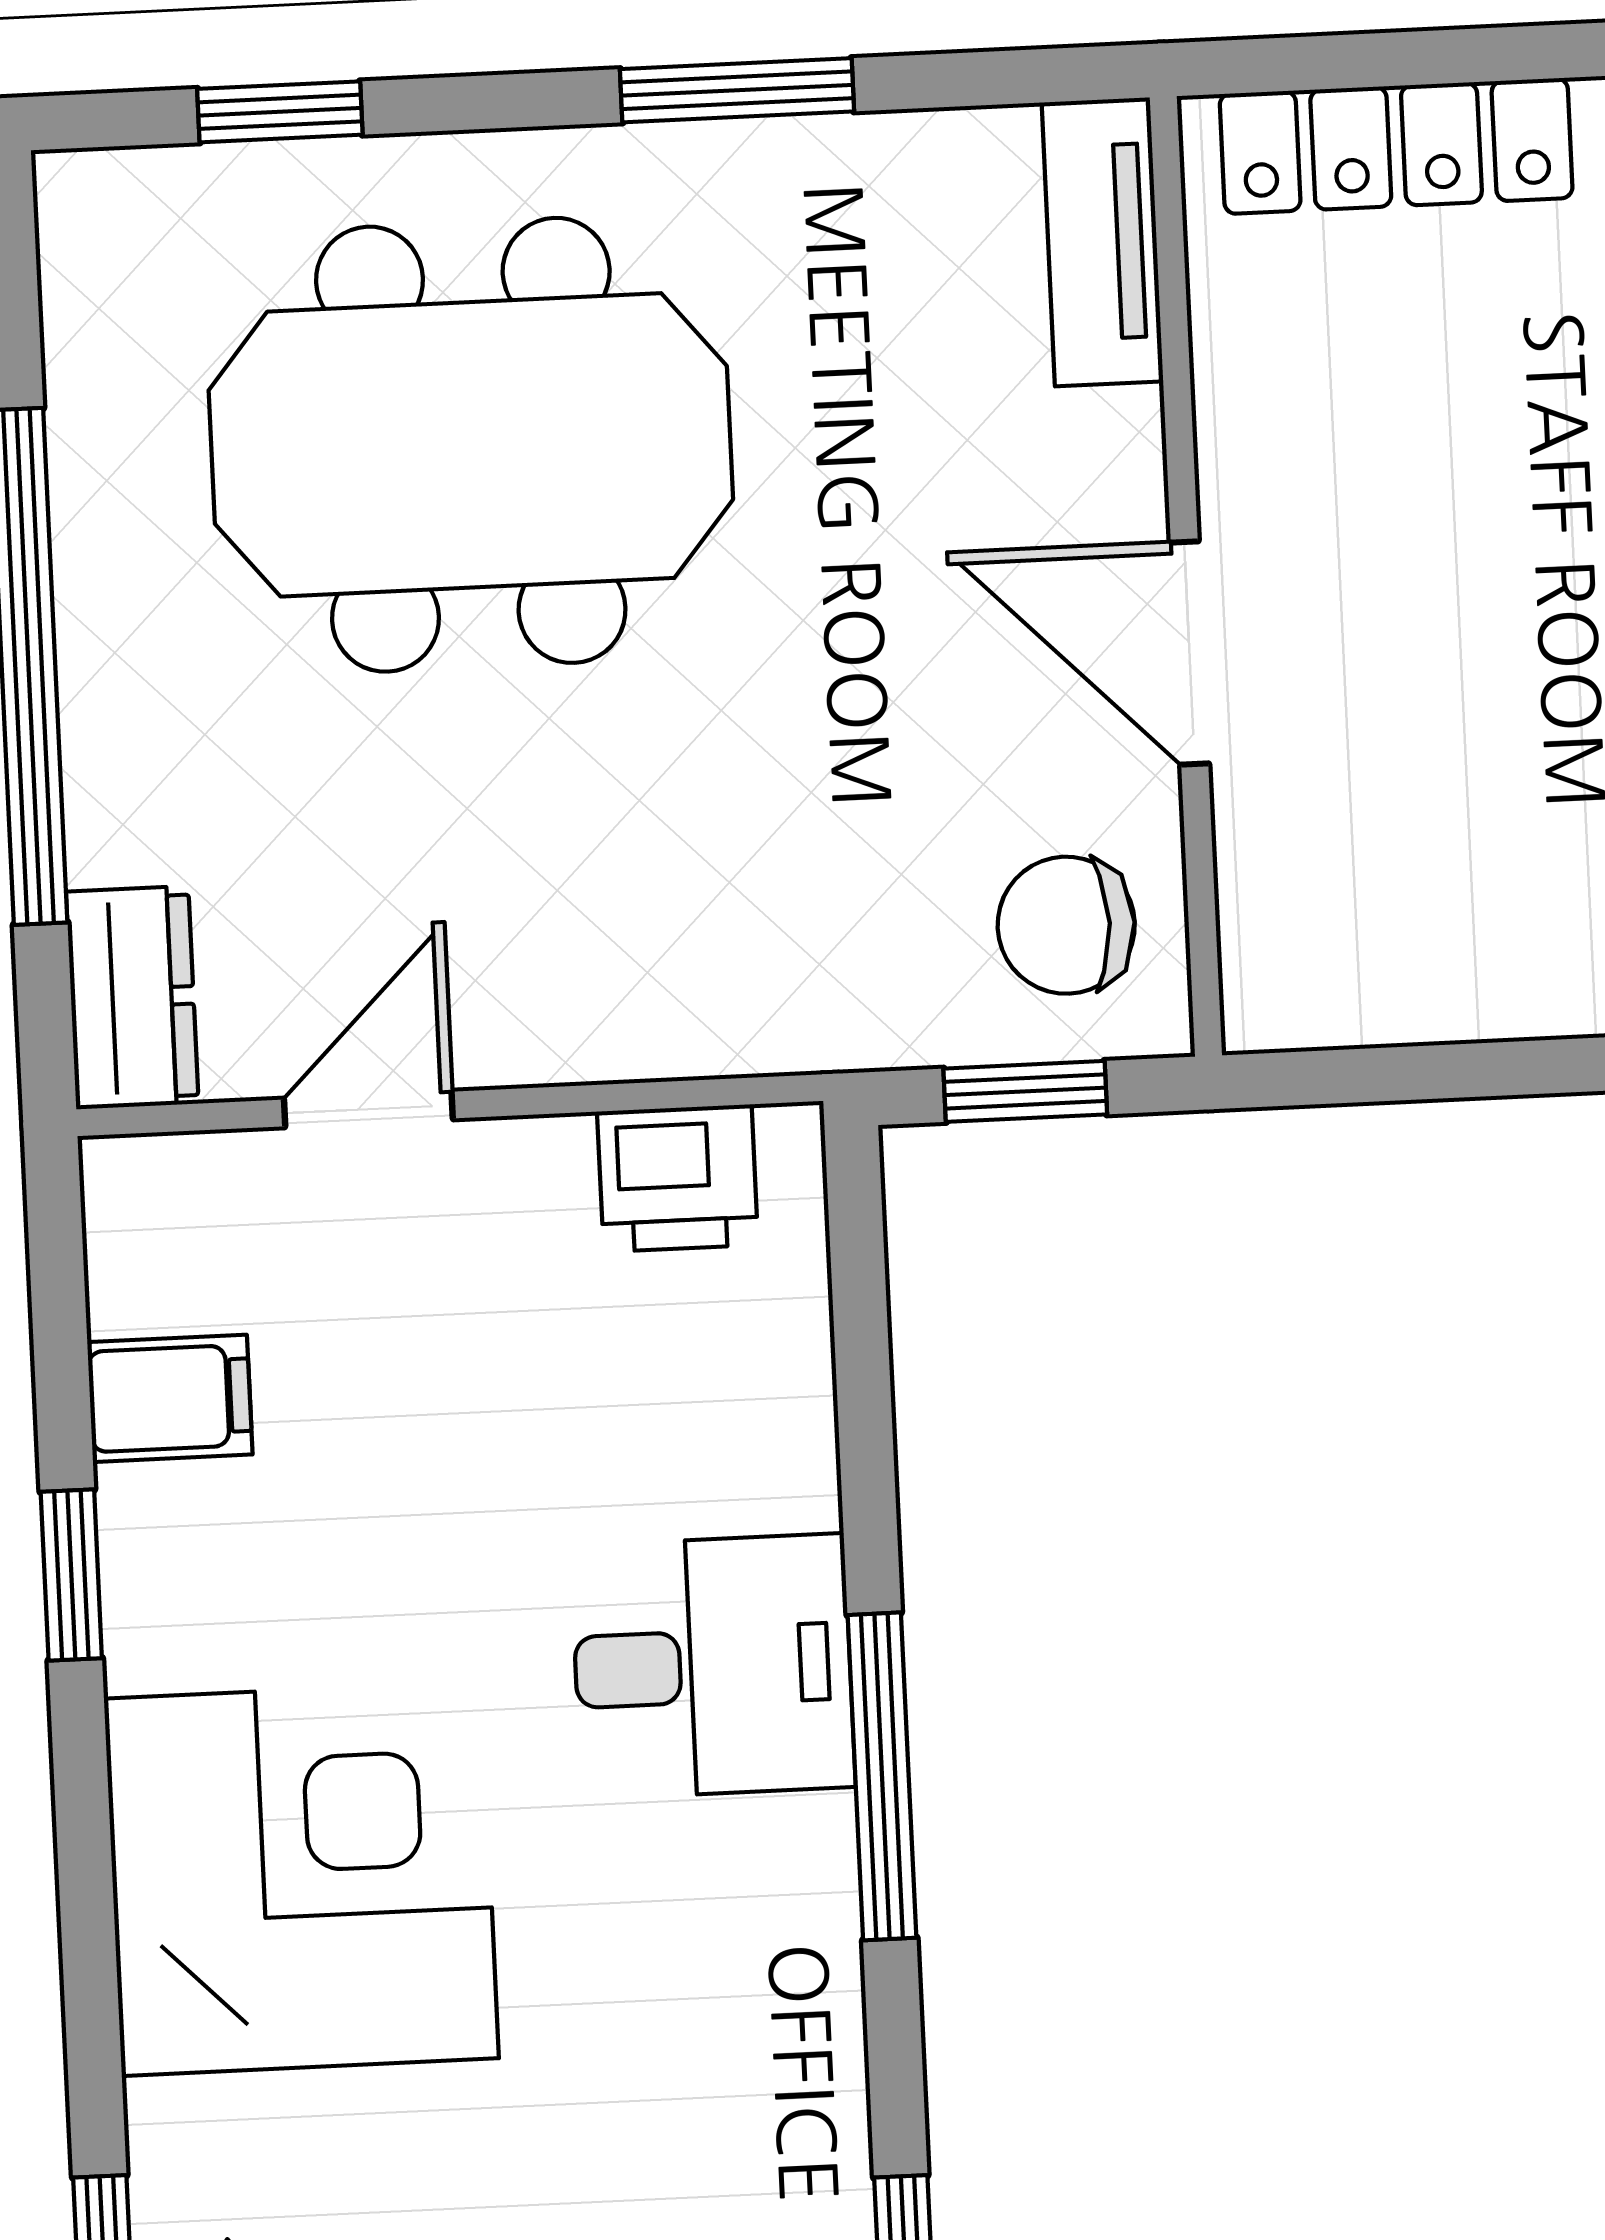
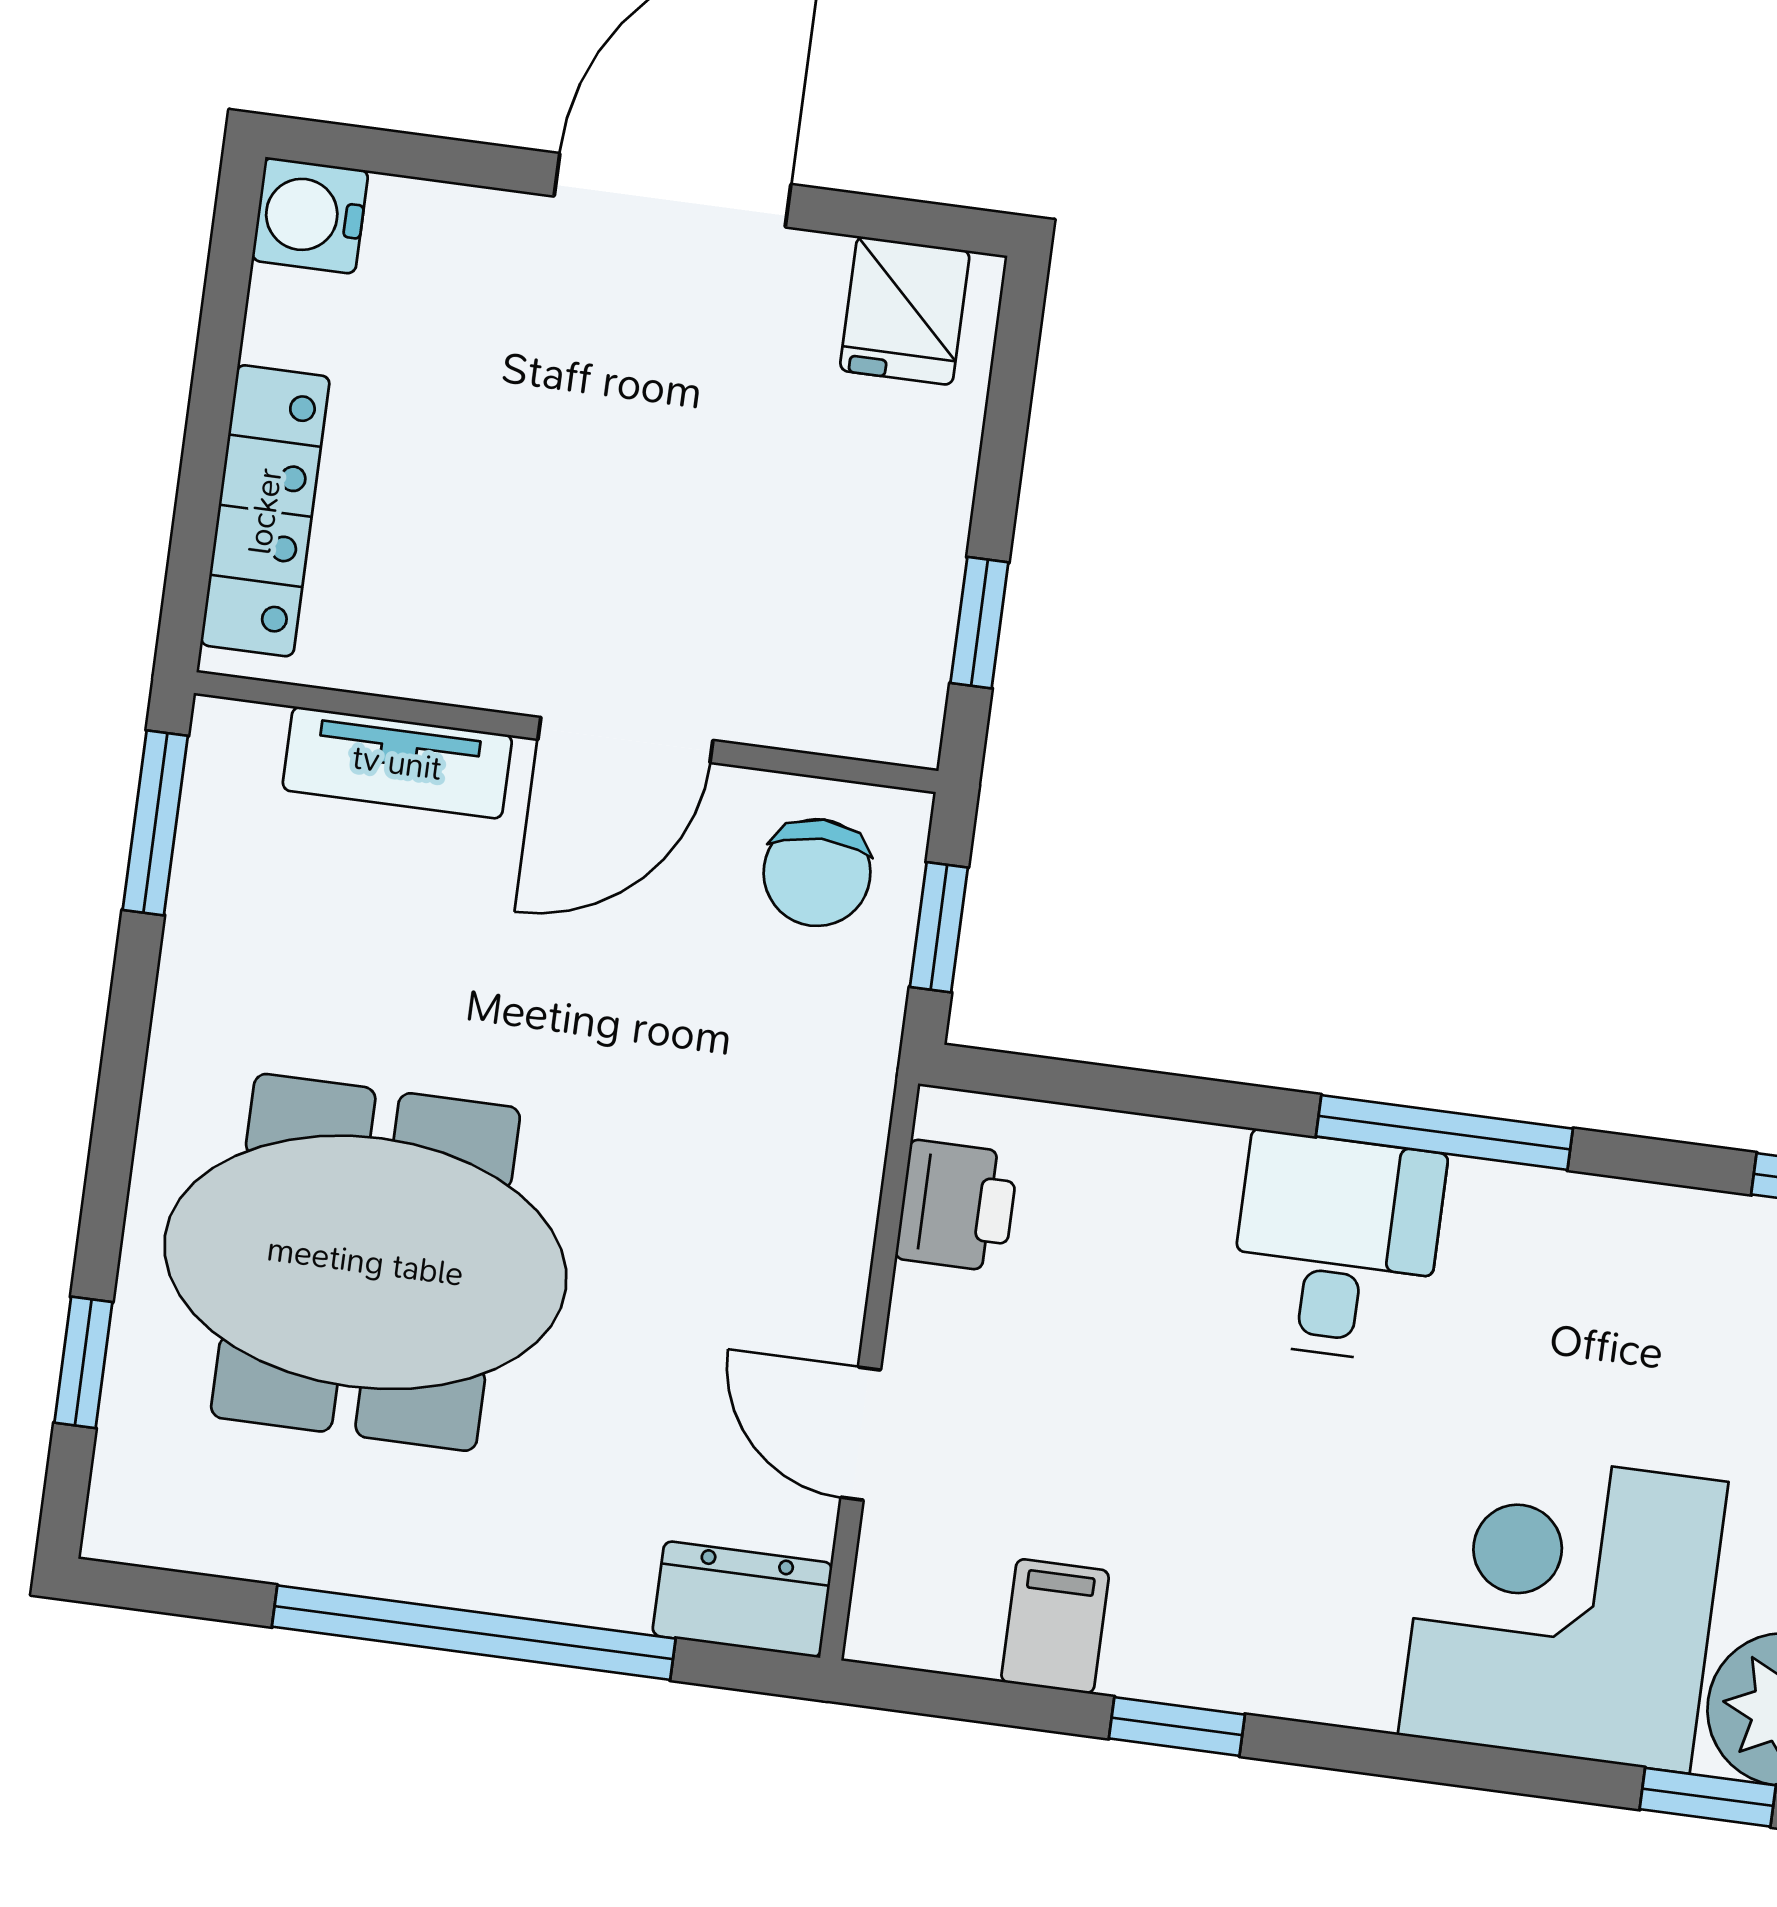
window: (737, 90) -> (155, 823), moved
tv unit: (1102, 242) -> (397, 763), moved
meeting table: (471, 445) -> (365, 1262), turned 90
window: (1419, 1073) -> (979, 623), added
corner desk: (301, 1878) -> (1563, 1608), moved

